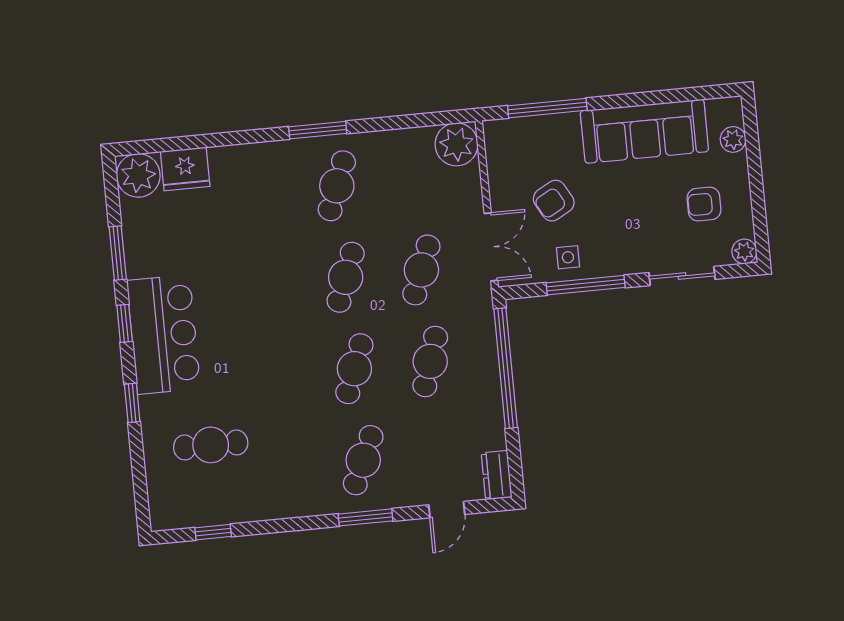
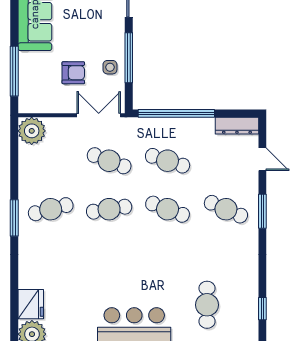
cafe table: (337, 186) -> (51, 209), turned -36
armchair: (554, 201) -> (73, 73), turned -61
cafe table: (346, 277) -> (109, 209), turned -30
dresser: (497, 475) -> (237, 126), width x1.44

